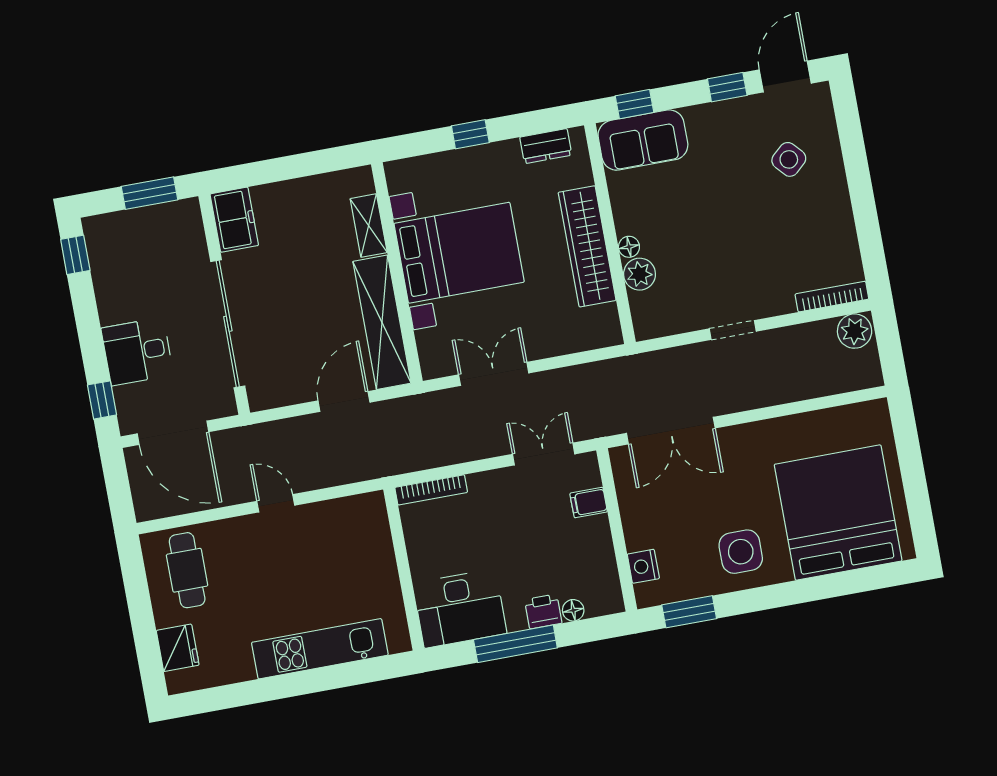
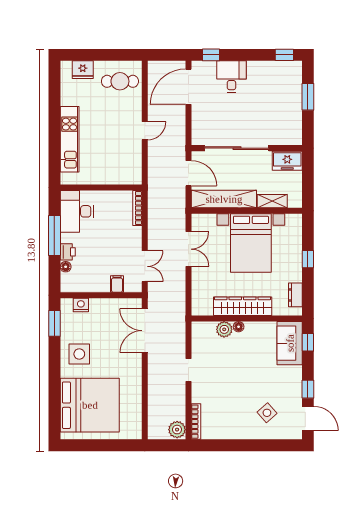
freezer: (234, 220) -> (287, 161), moved
wall: (224, 304) -> (247, 148), moved
sliding door: (228, 324) -> (237, 148), moved

